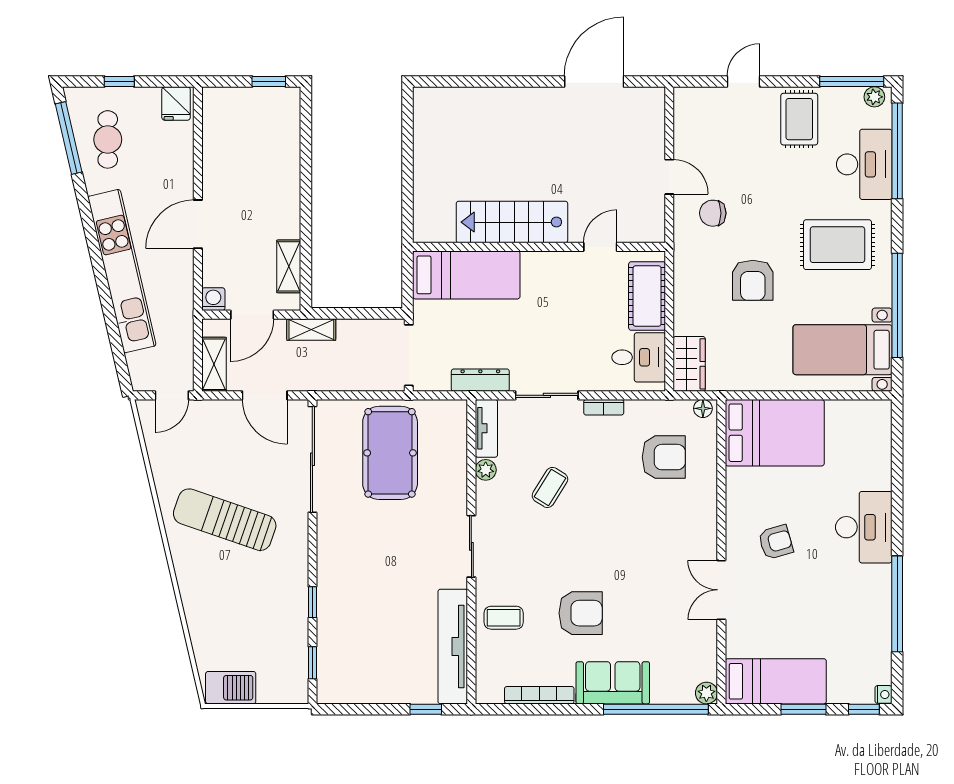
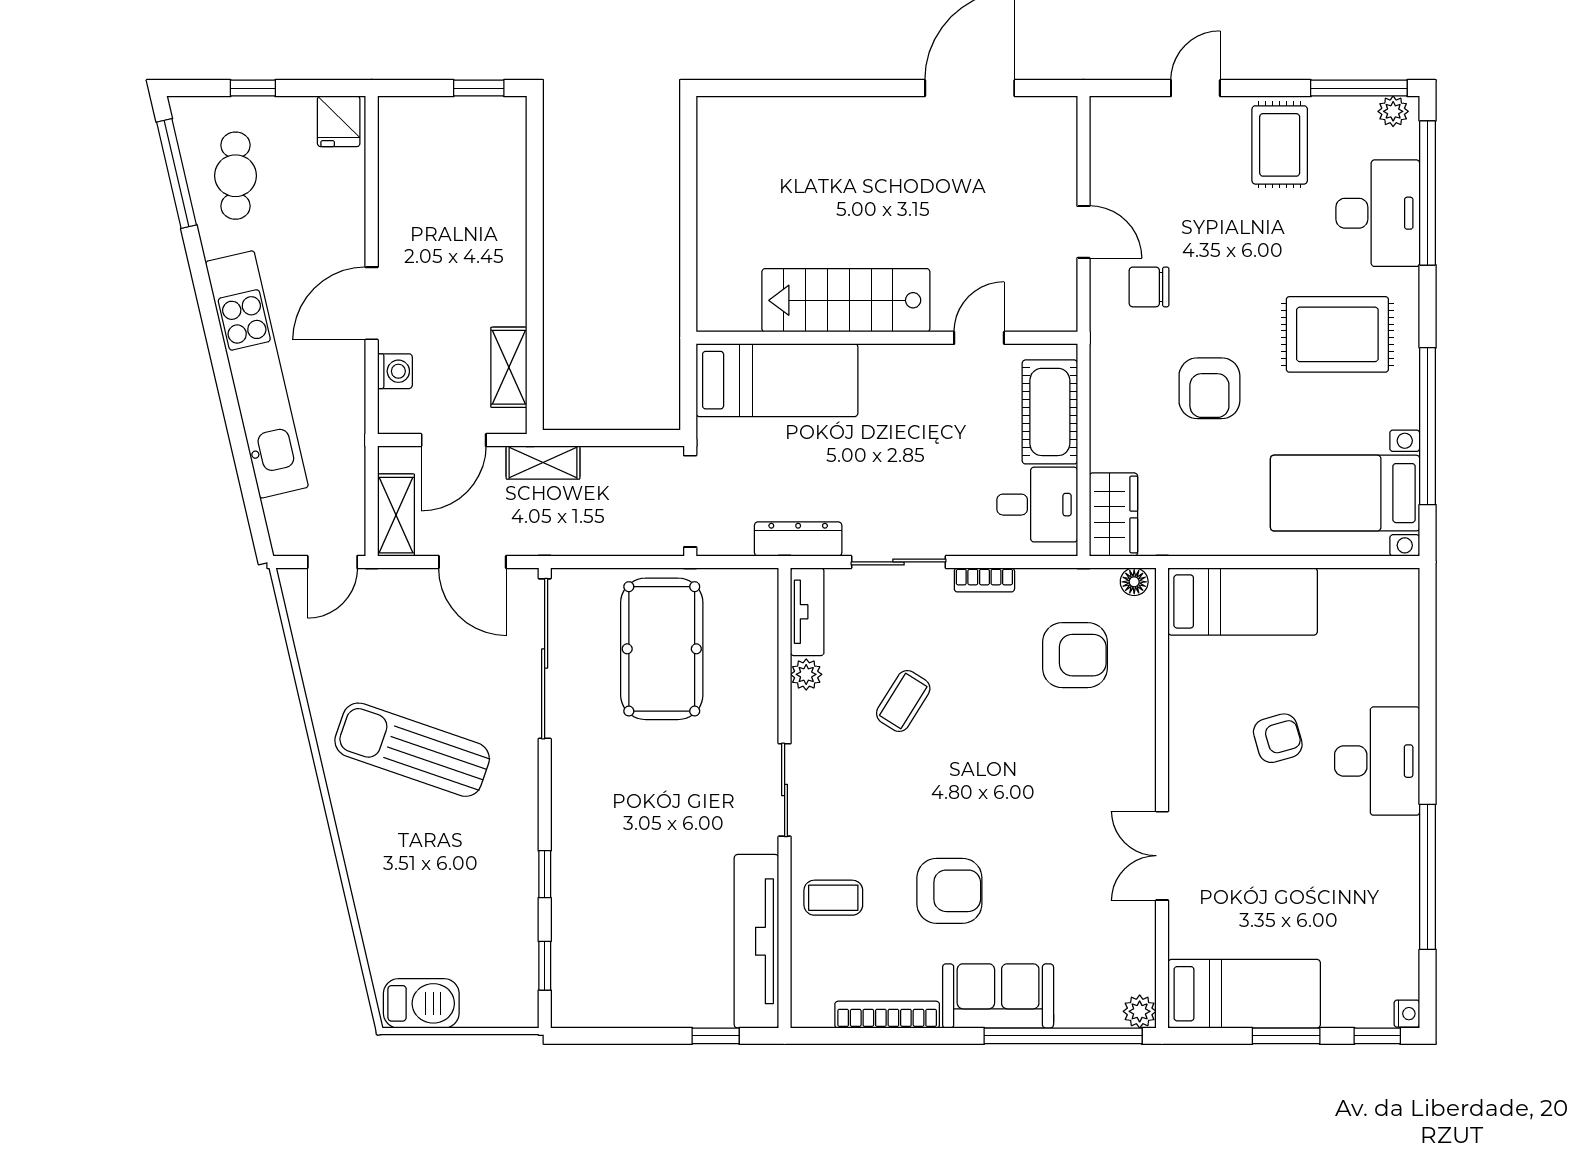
washing machine: (213, 299) -> (395, 371), moved, turned 90
bed: (775, 433) -> (1243, 601), width x0.67
armchair: (776, 542) -> (1278, 738), moved

